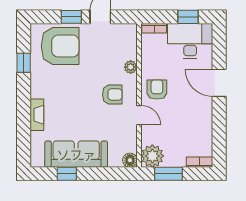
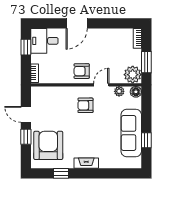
desk: (190, 41) -> (44, 41), width x0.73
plant: (131, 67) -> (119, 91), moved
armchair: (112, 94) -> (85, 105), turned -90
fireplace: (37, 115) -> (86, 163), moved

